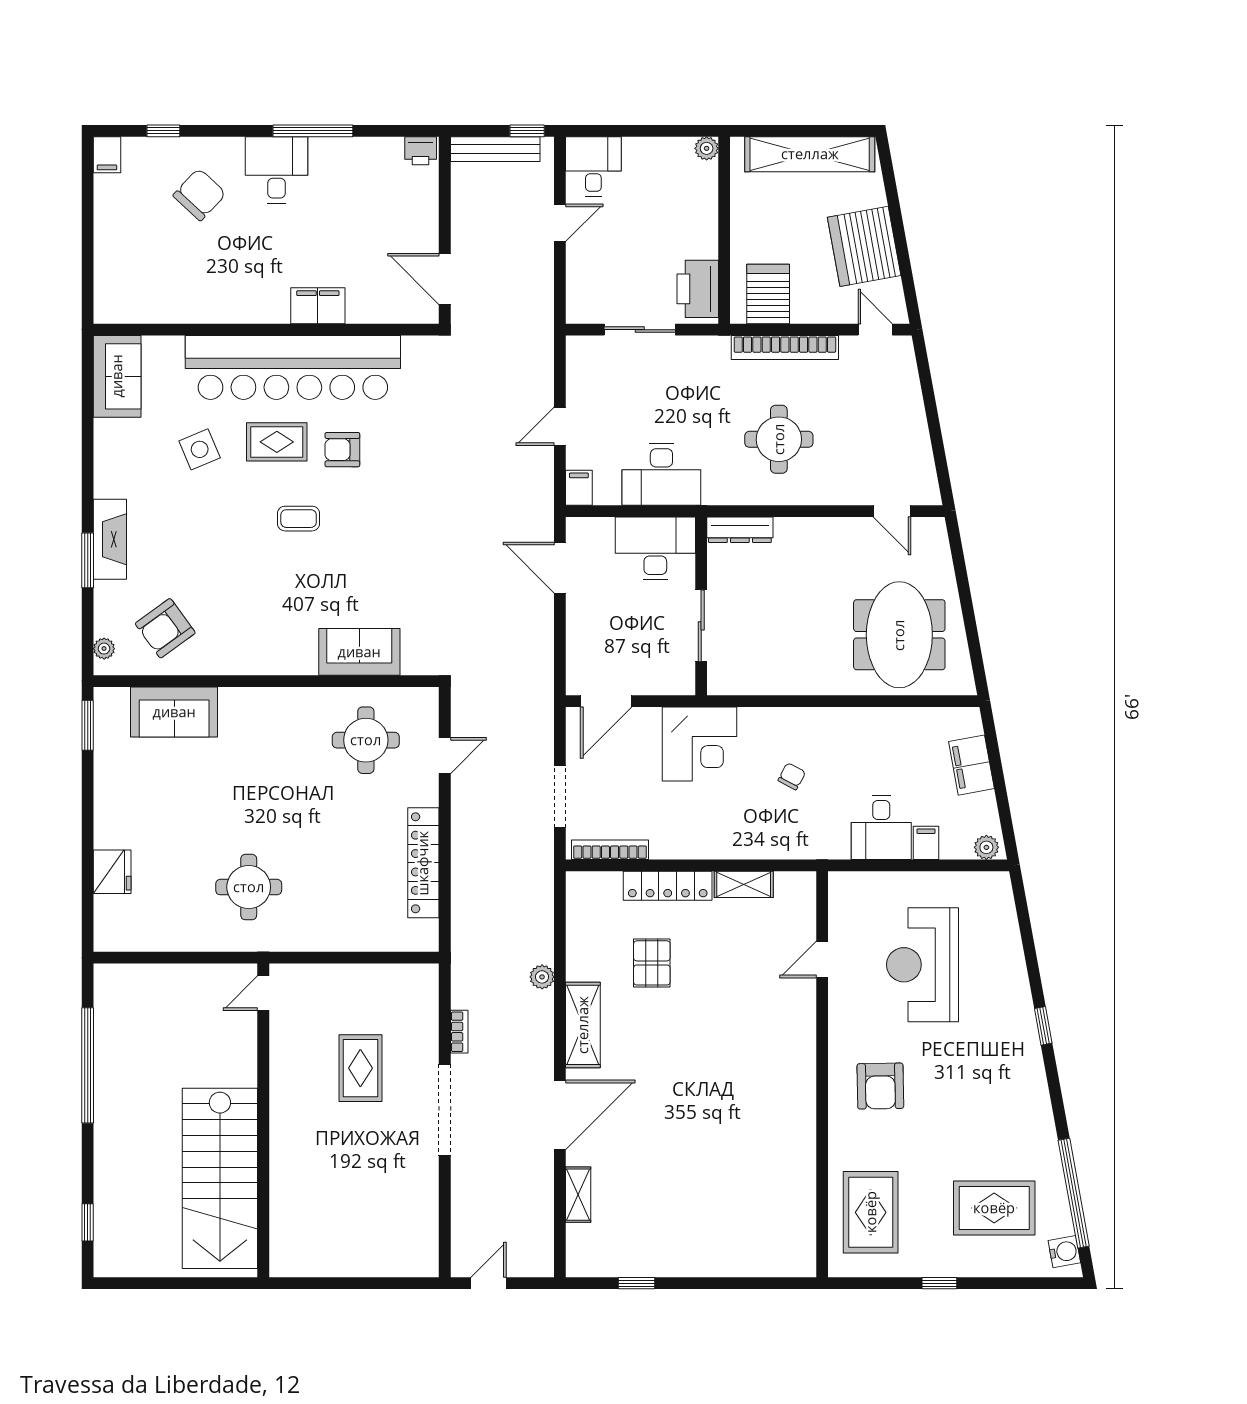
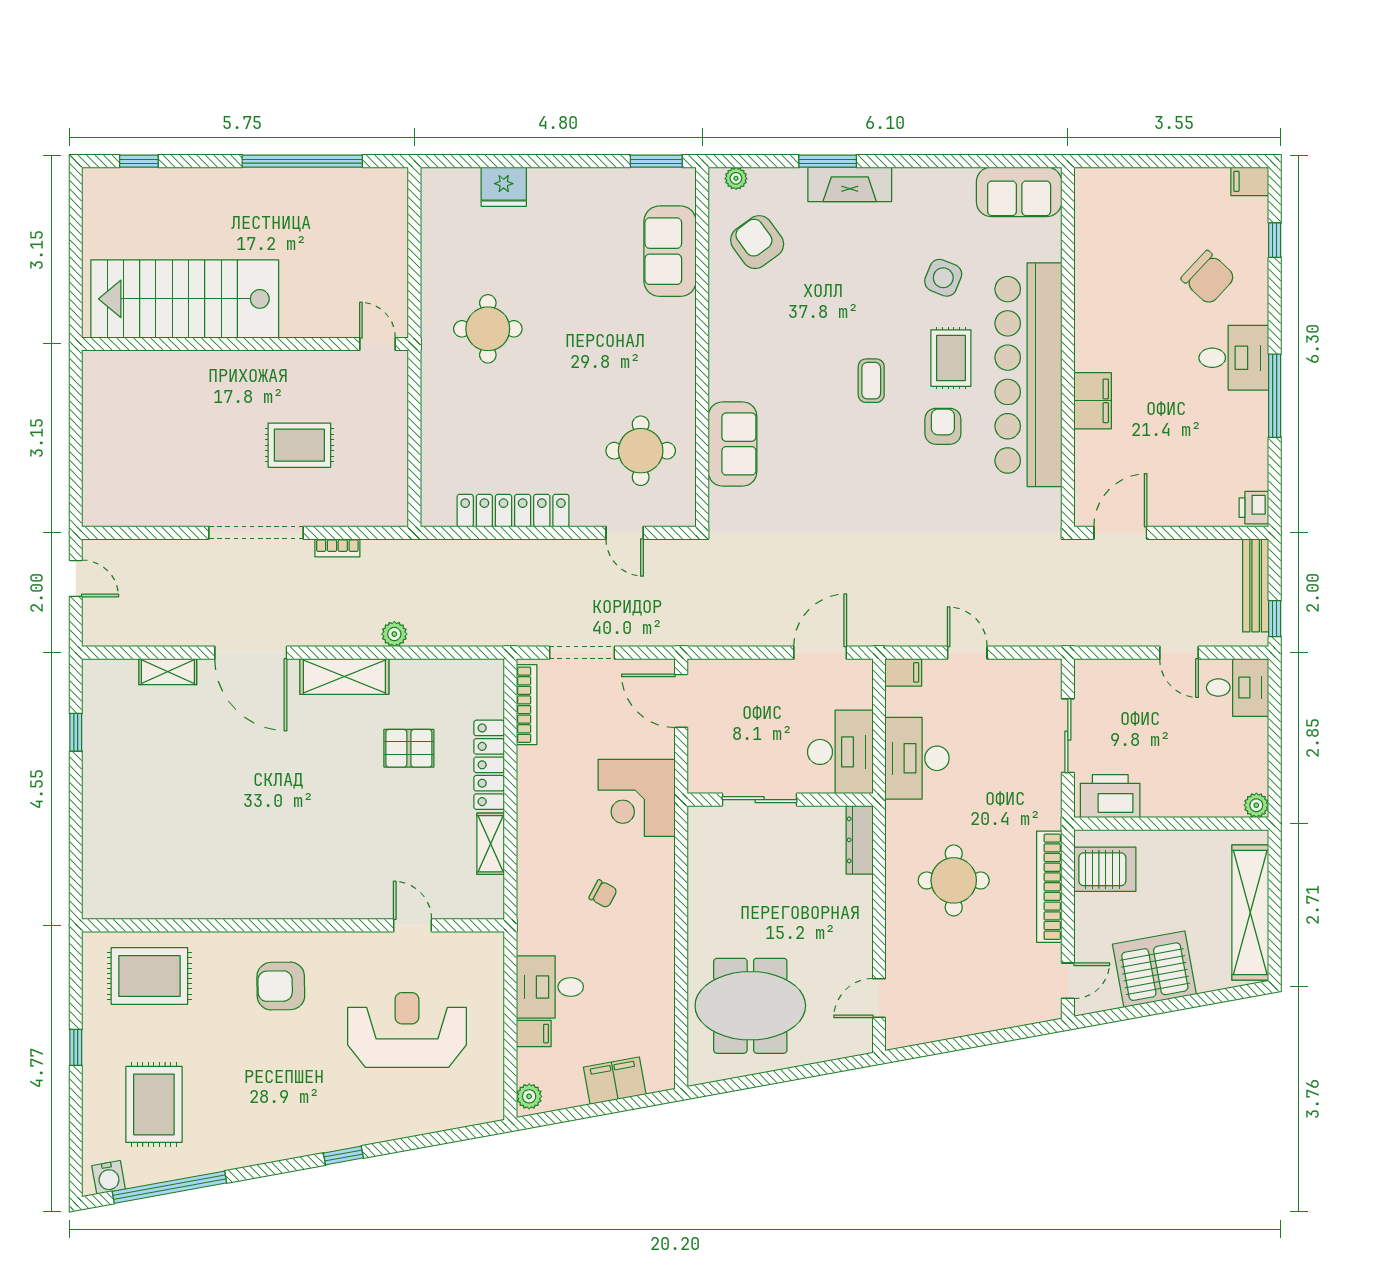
side table: (200, 449) -> (943, 278), turned 45

